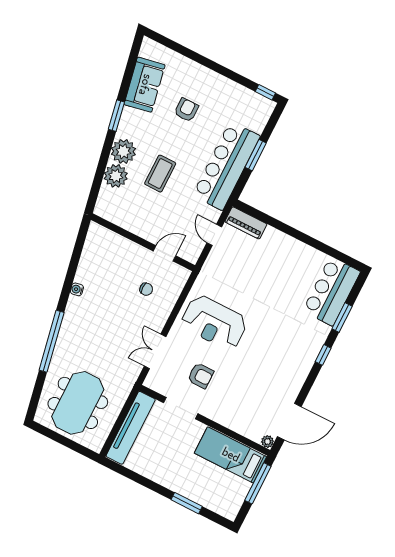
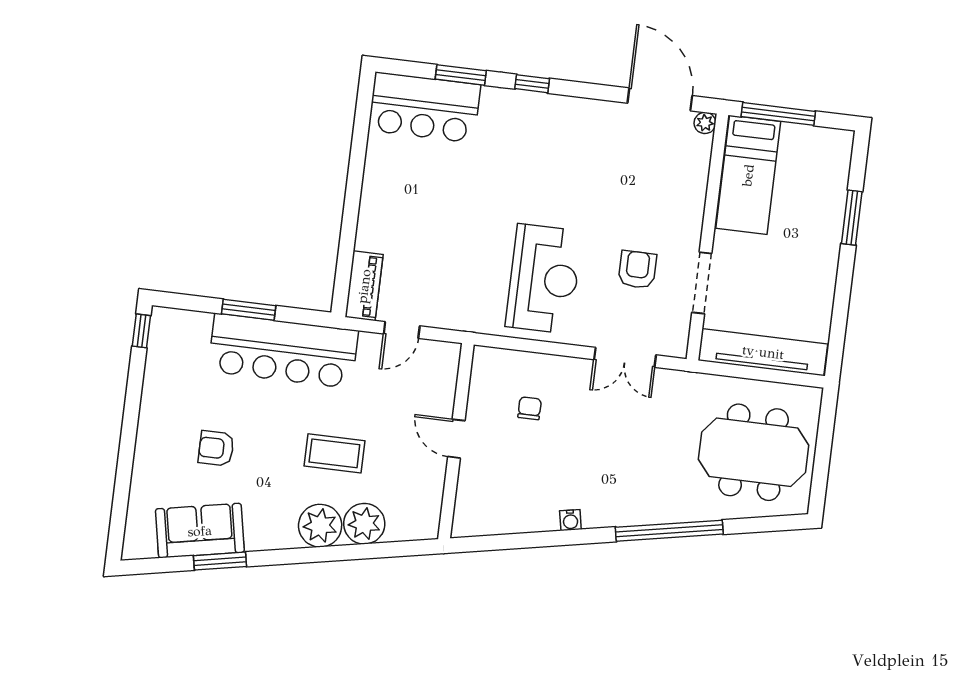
window: (116, 116) -> (220, 561), moved
door: (164, 253) -> (456, 439), moved

